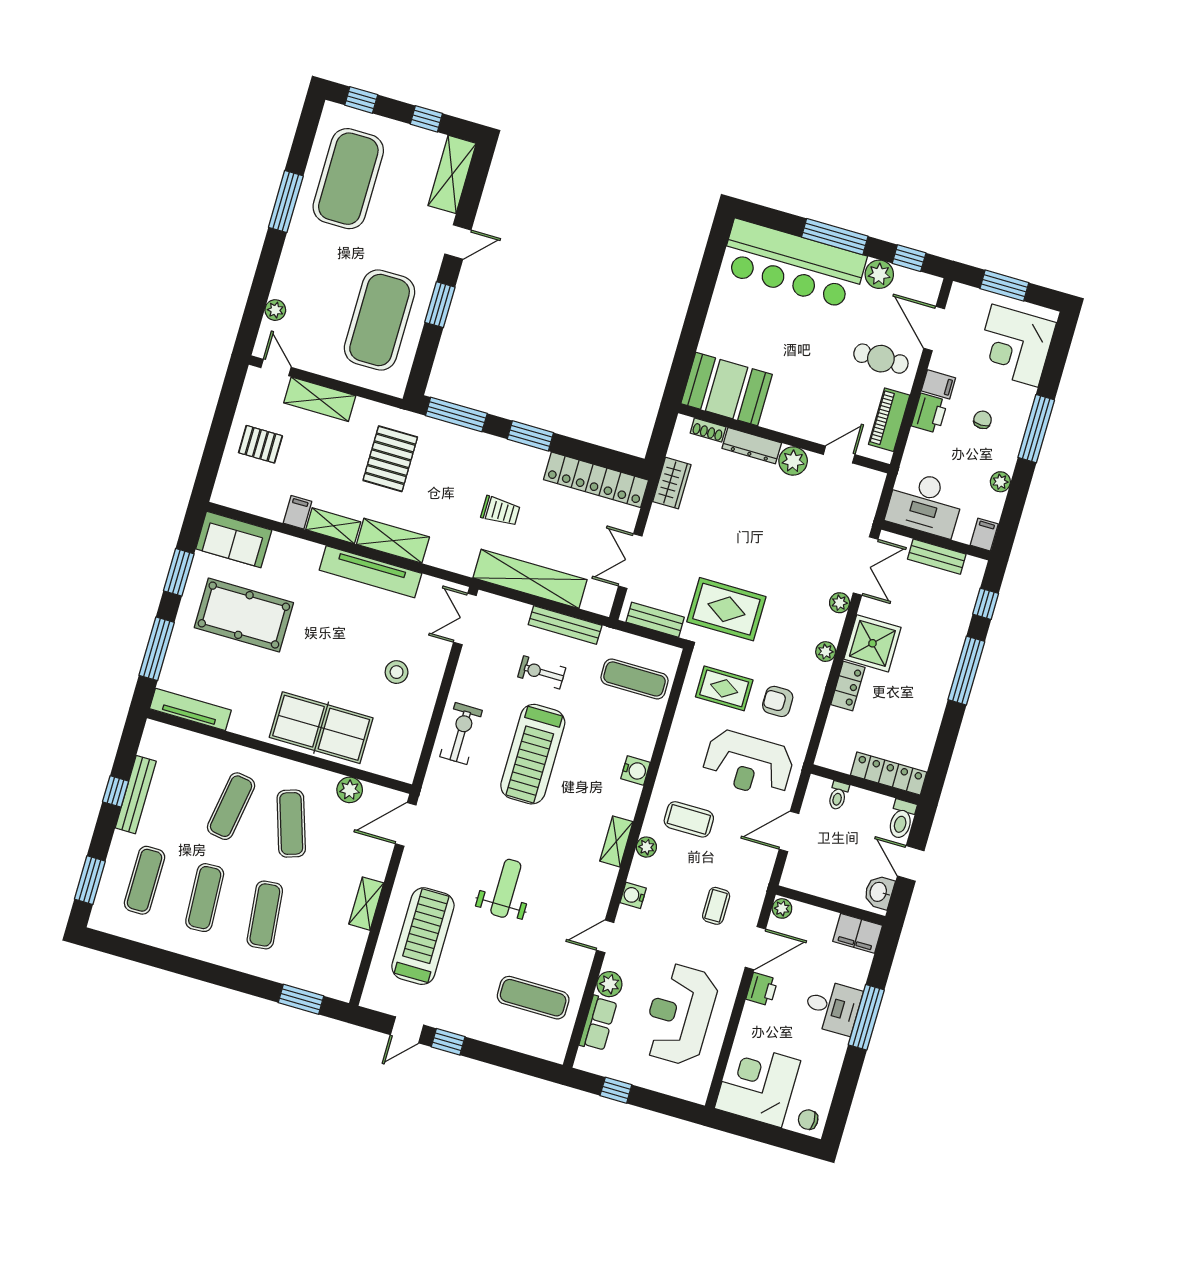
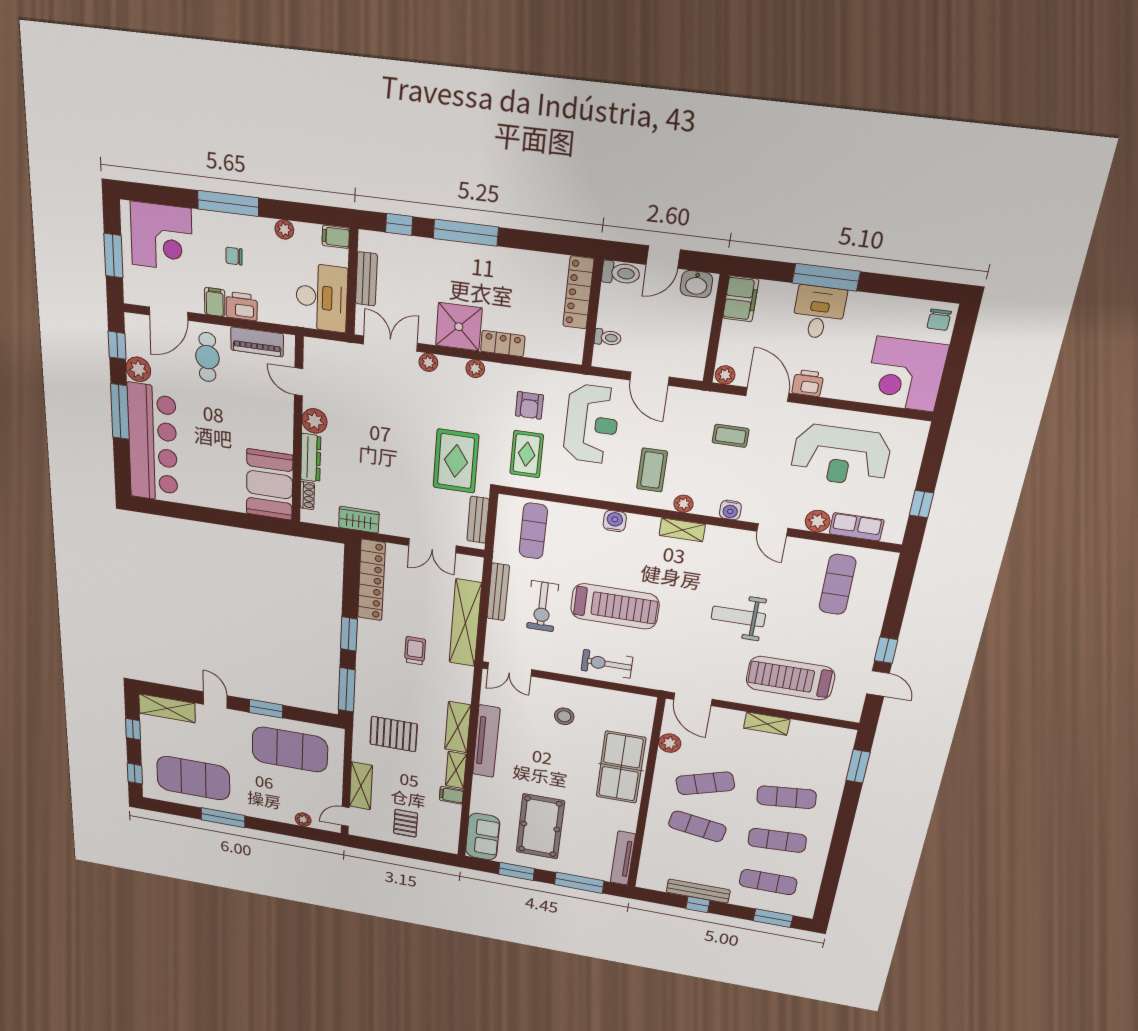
exercise bike: (542, 672) -> (542, 606), width x1.38, depth x1.39

